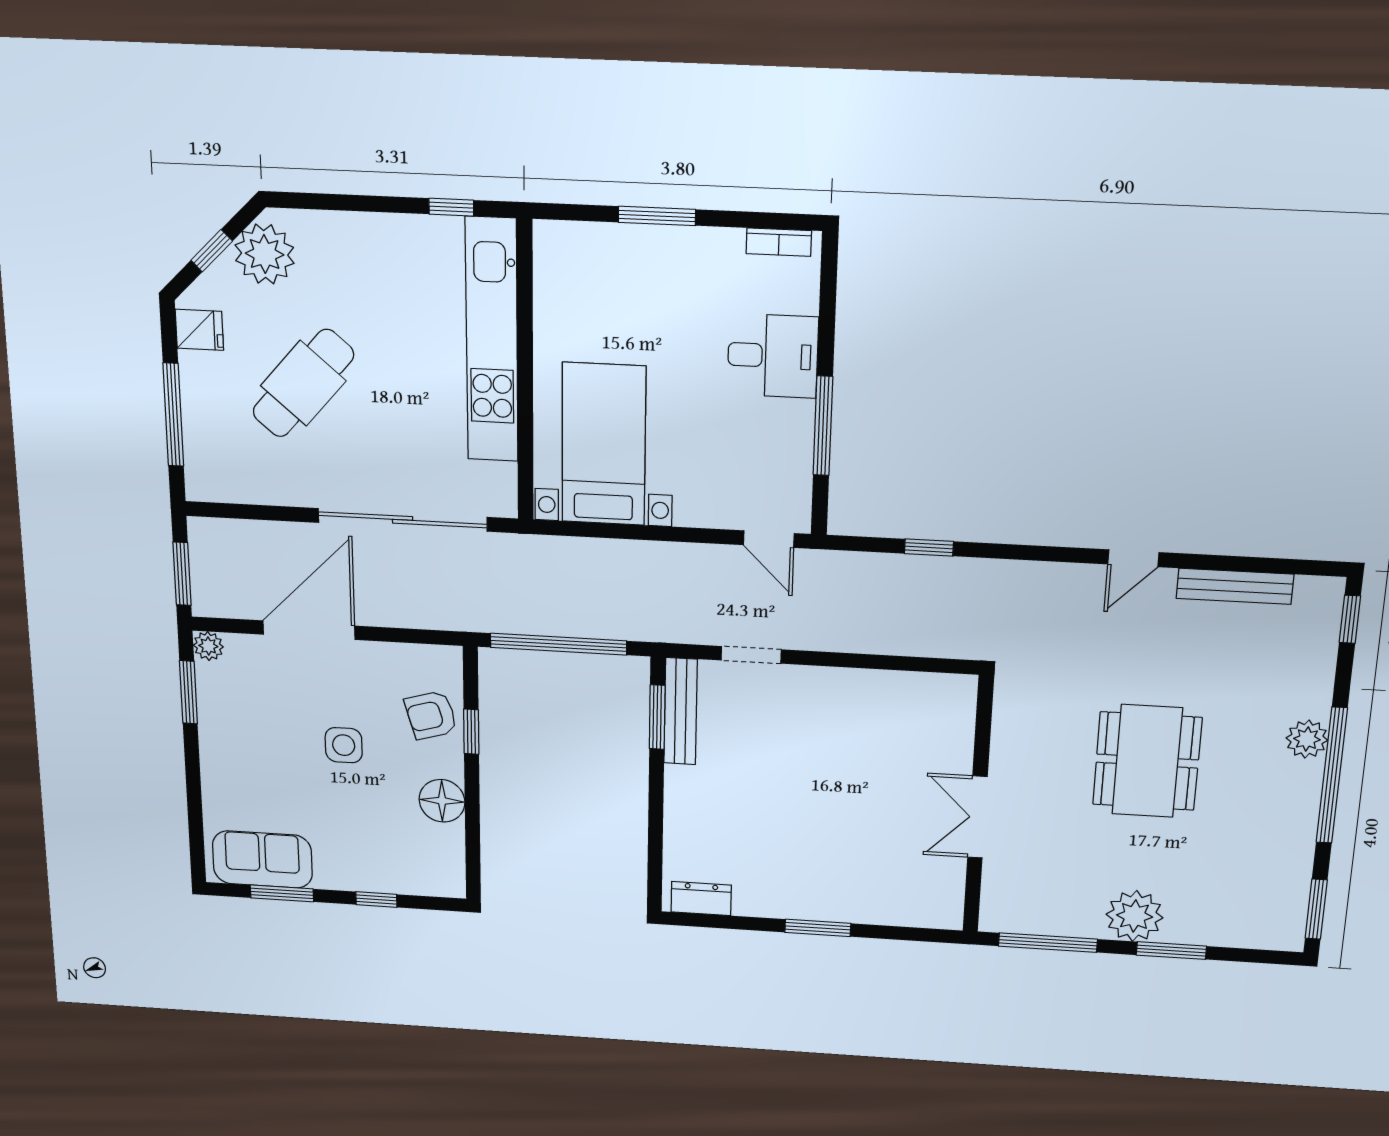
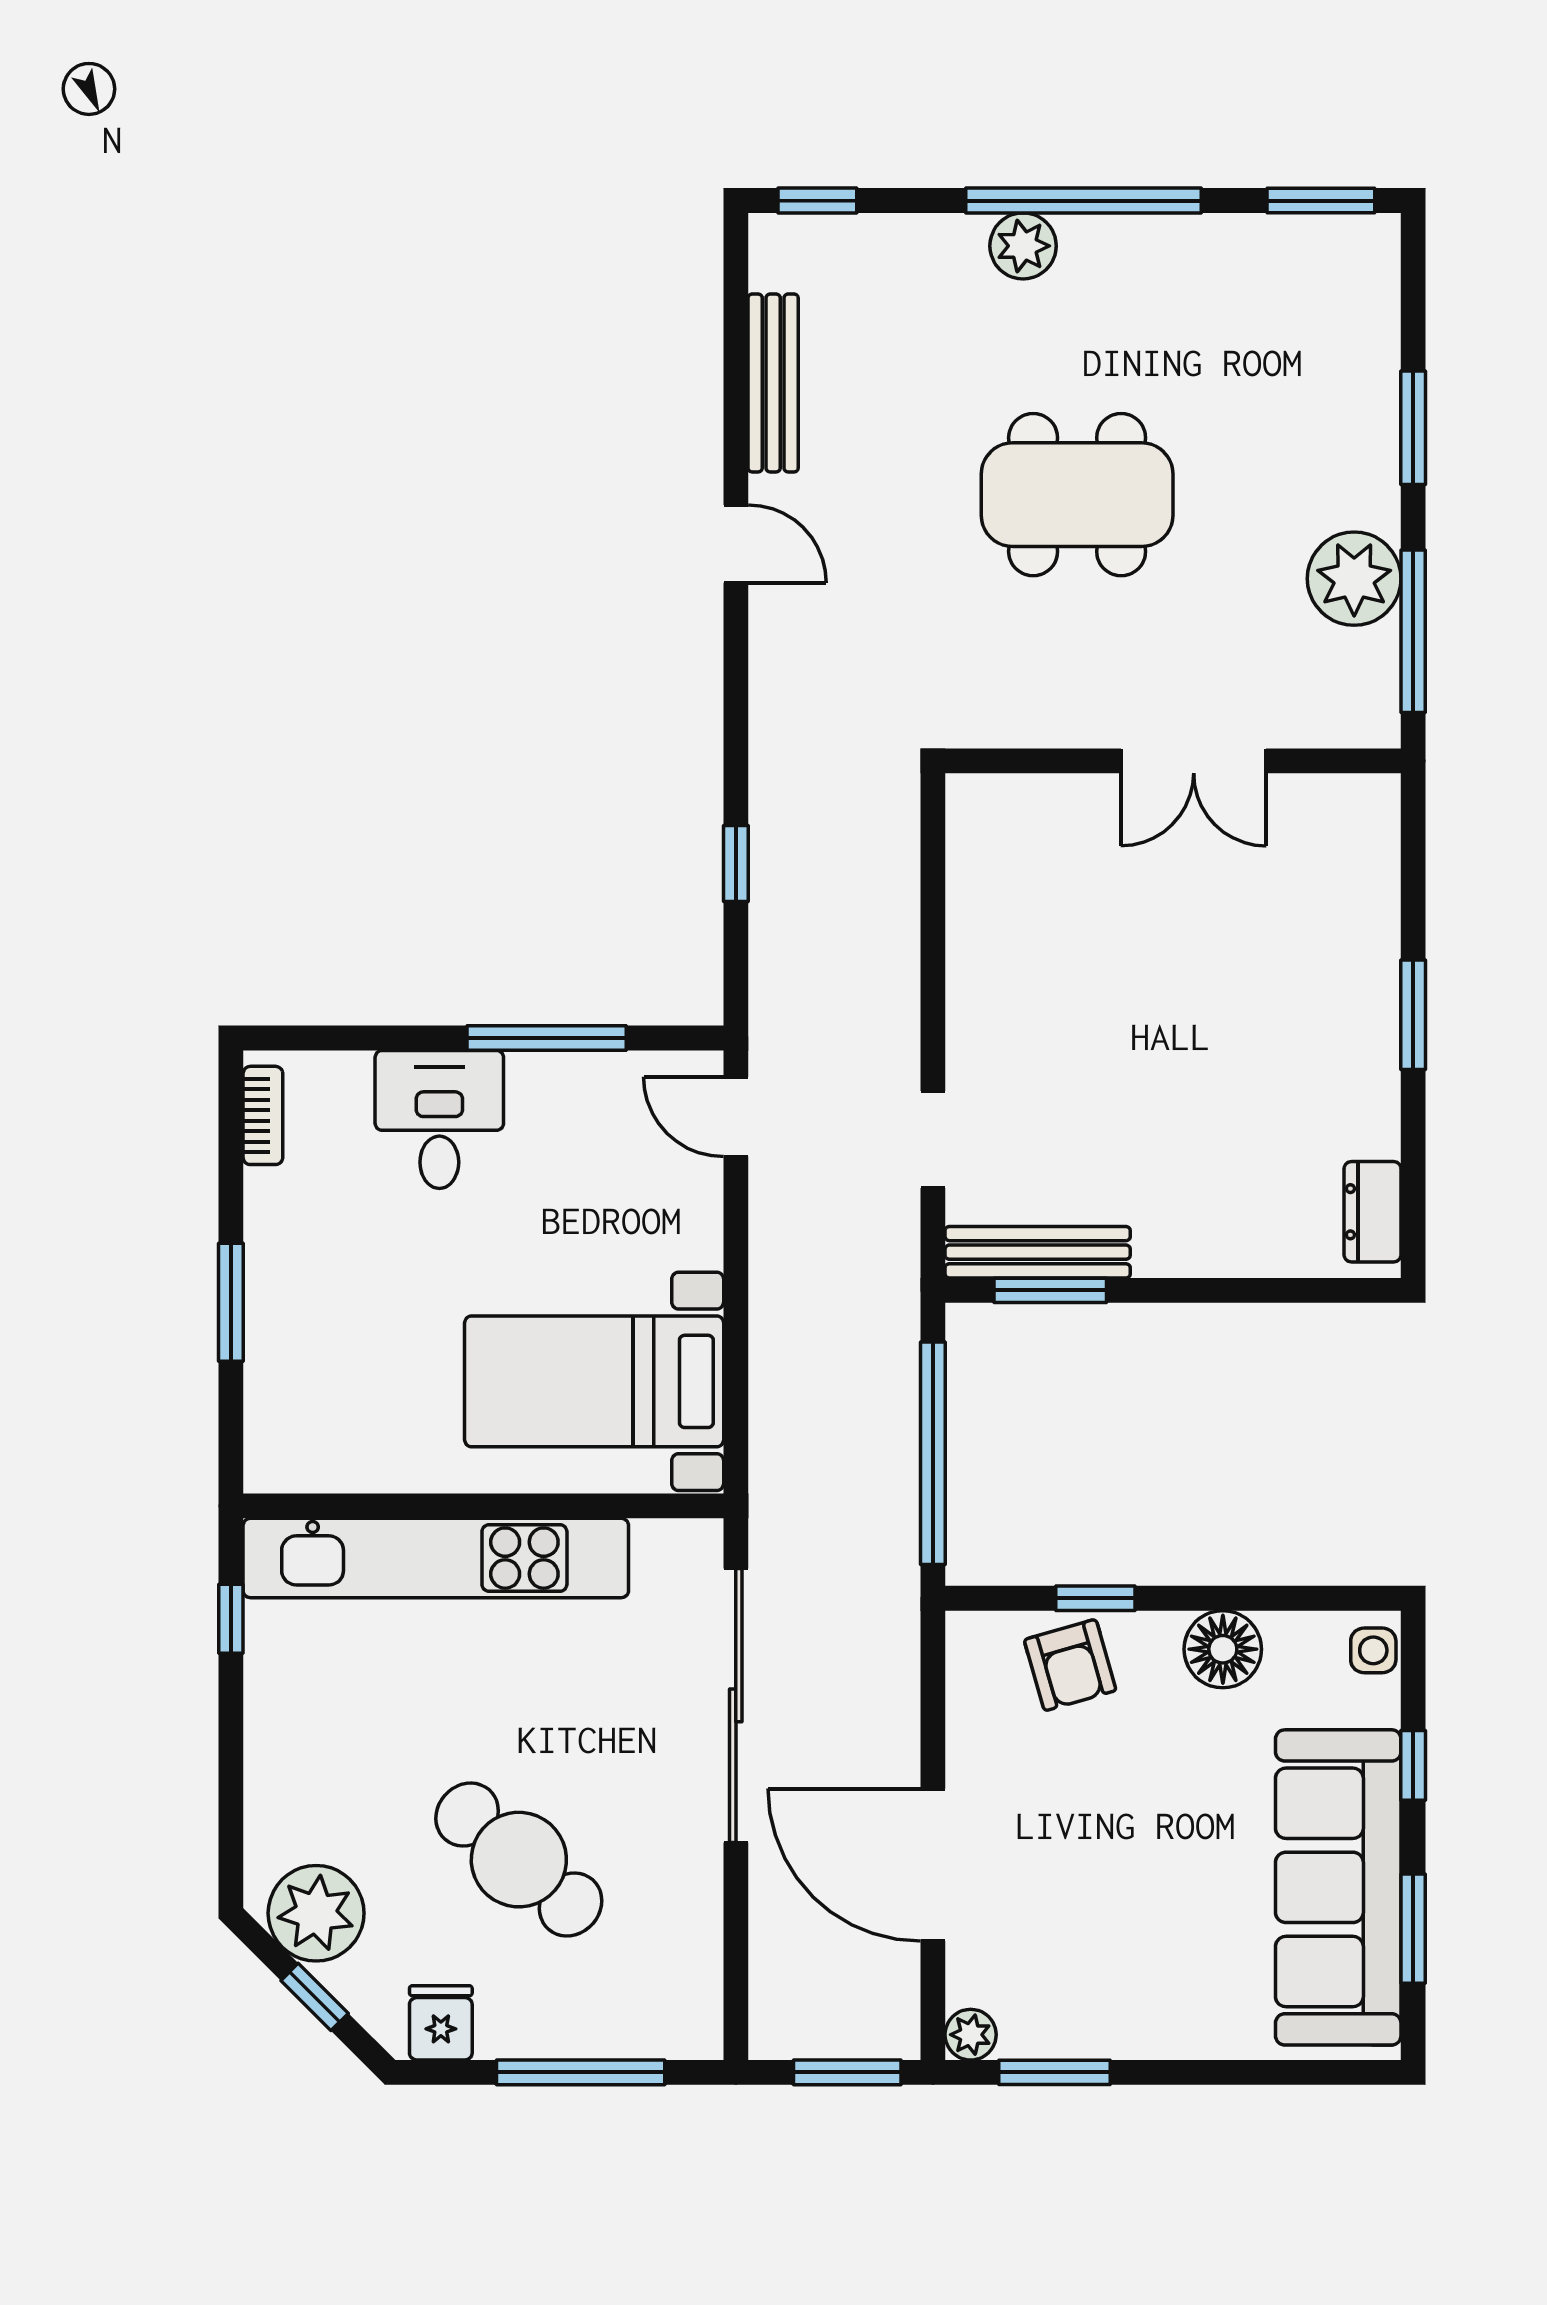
door: (769, 539) -> (736, 1117), swing flipped
side table: (344, 745) -> (1373, 1650), moved, width x0.73, depth x0.73
sofa: (262, 859) -> (1338, 1887), width x1.85, depth x1.27
plant: (1135, 916) -> (1354, 579), moved

